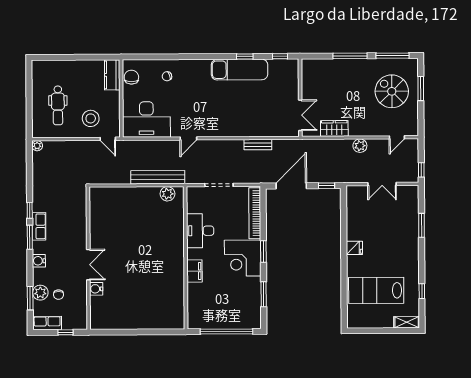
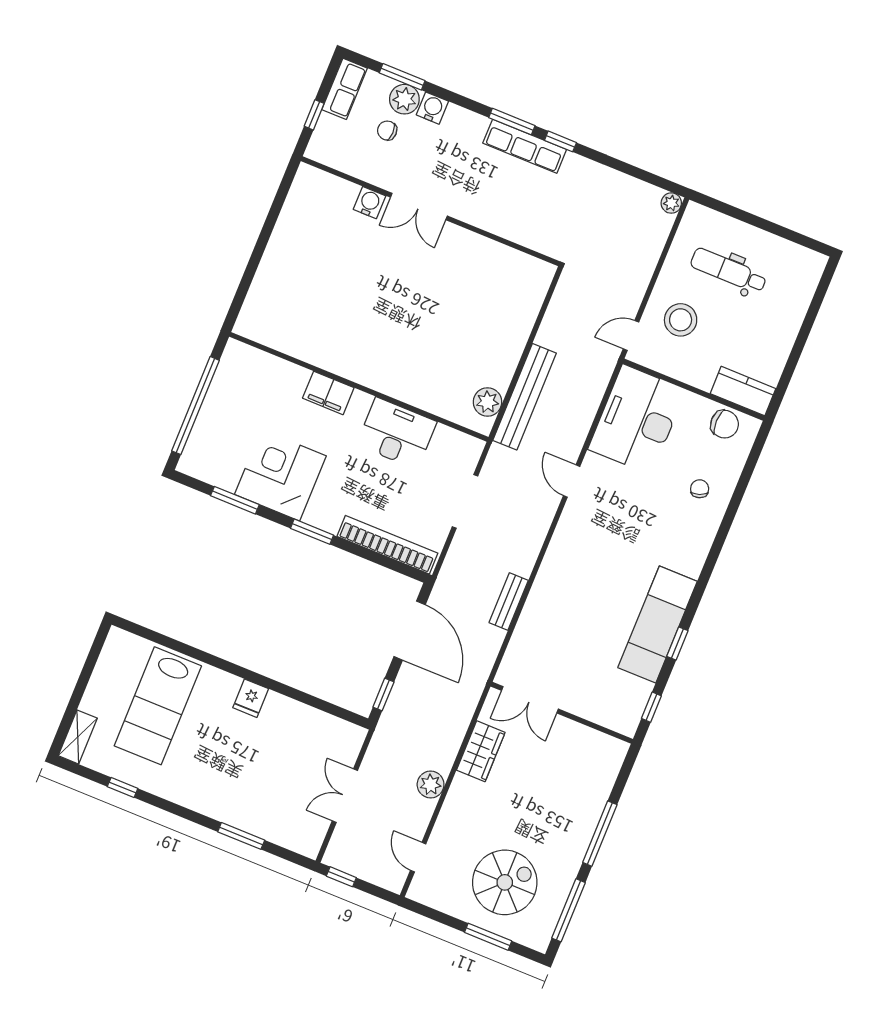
row of seats: (39, 226) -> (525, 146), width x1.48
corner desk: (243, 258) -> (280, 475), moved
water cooler: (39, 261) -> (432, 108), moved
lab bench: (376, 290) -> (158, 706), turned 180

